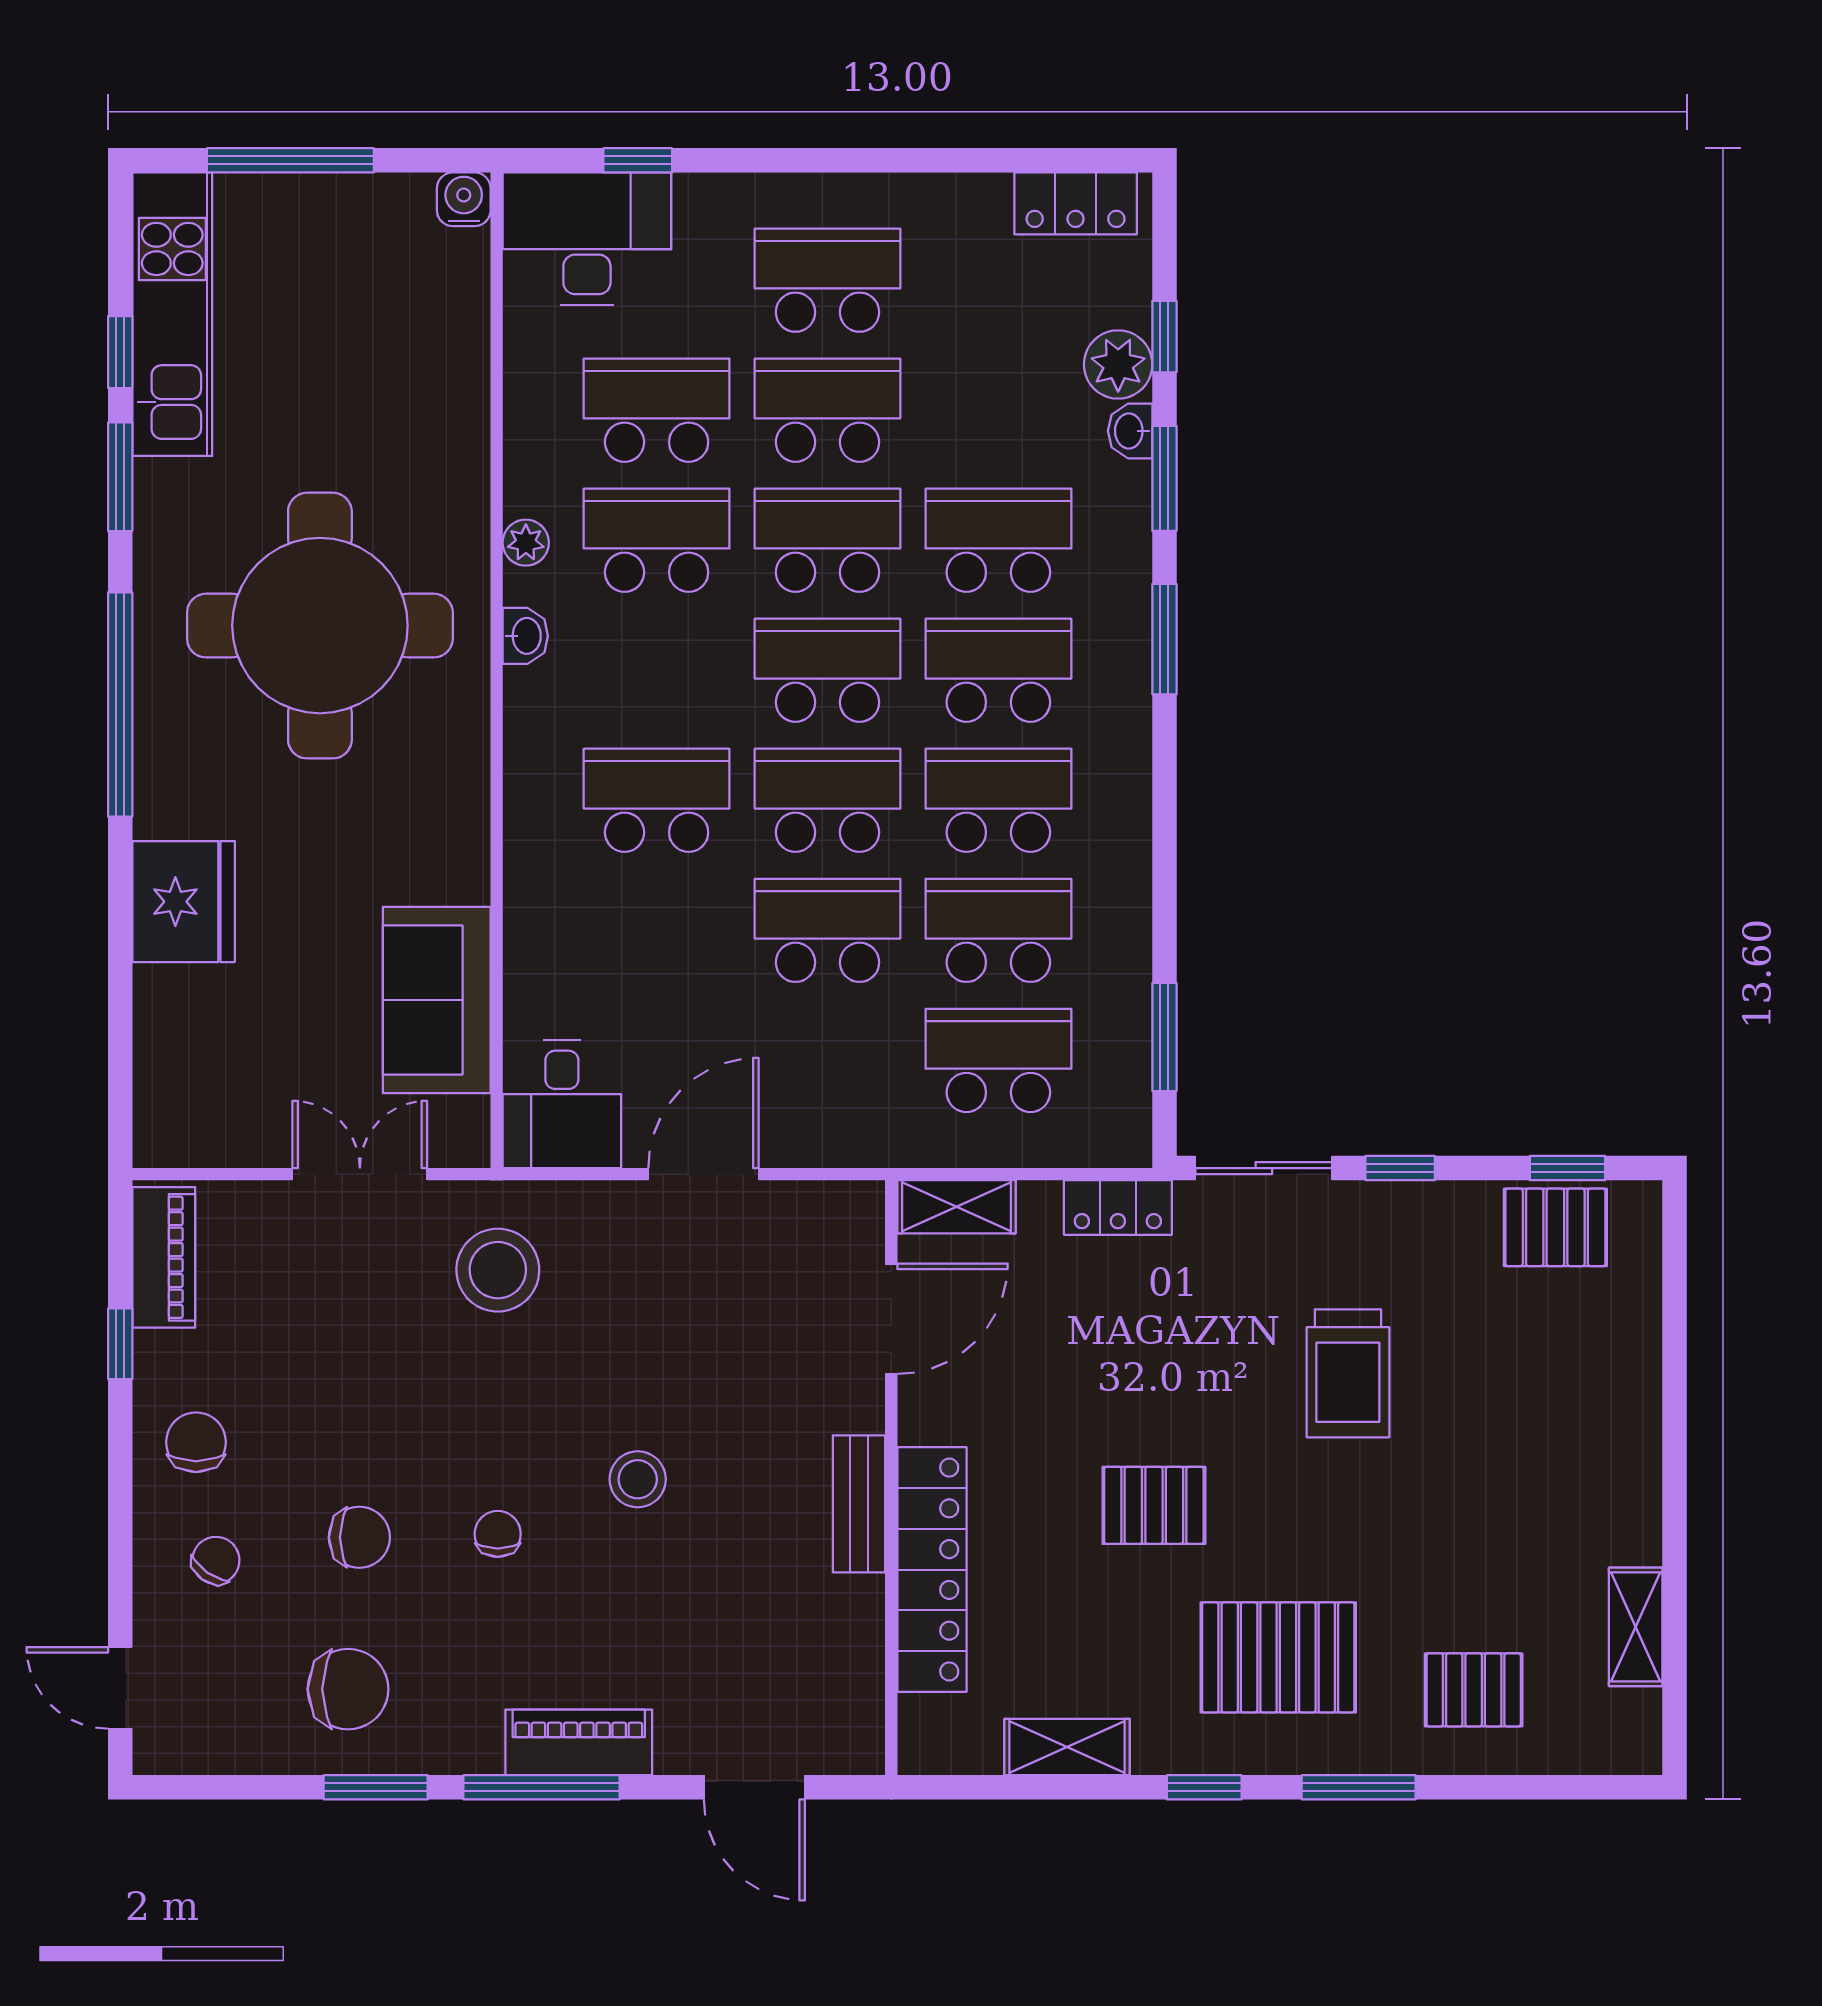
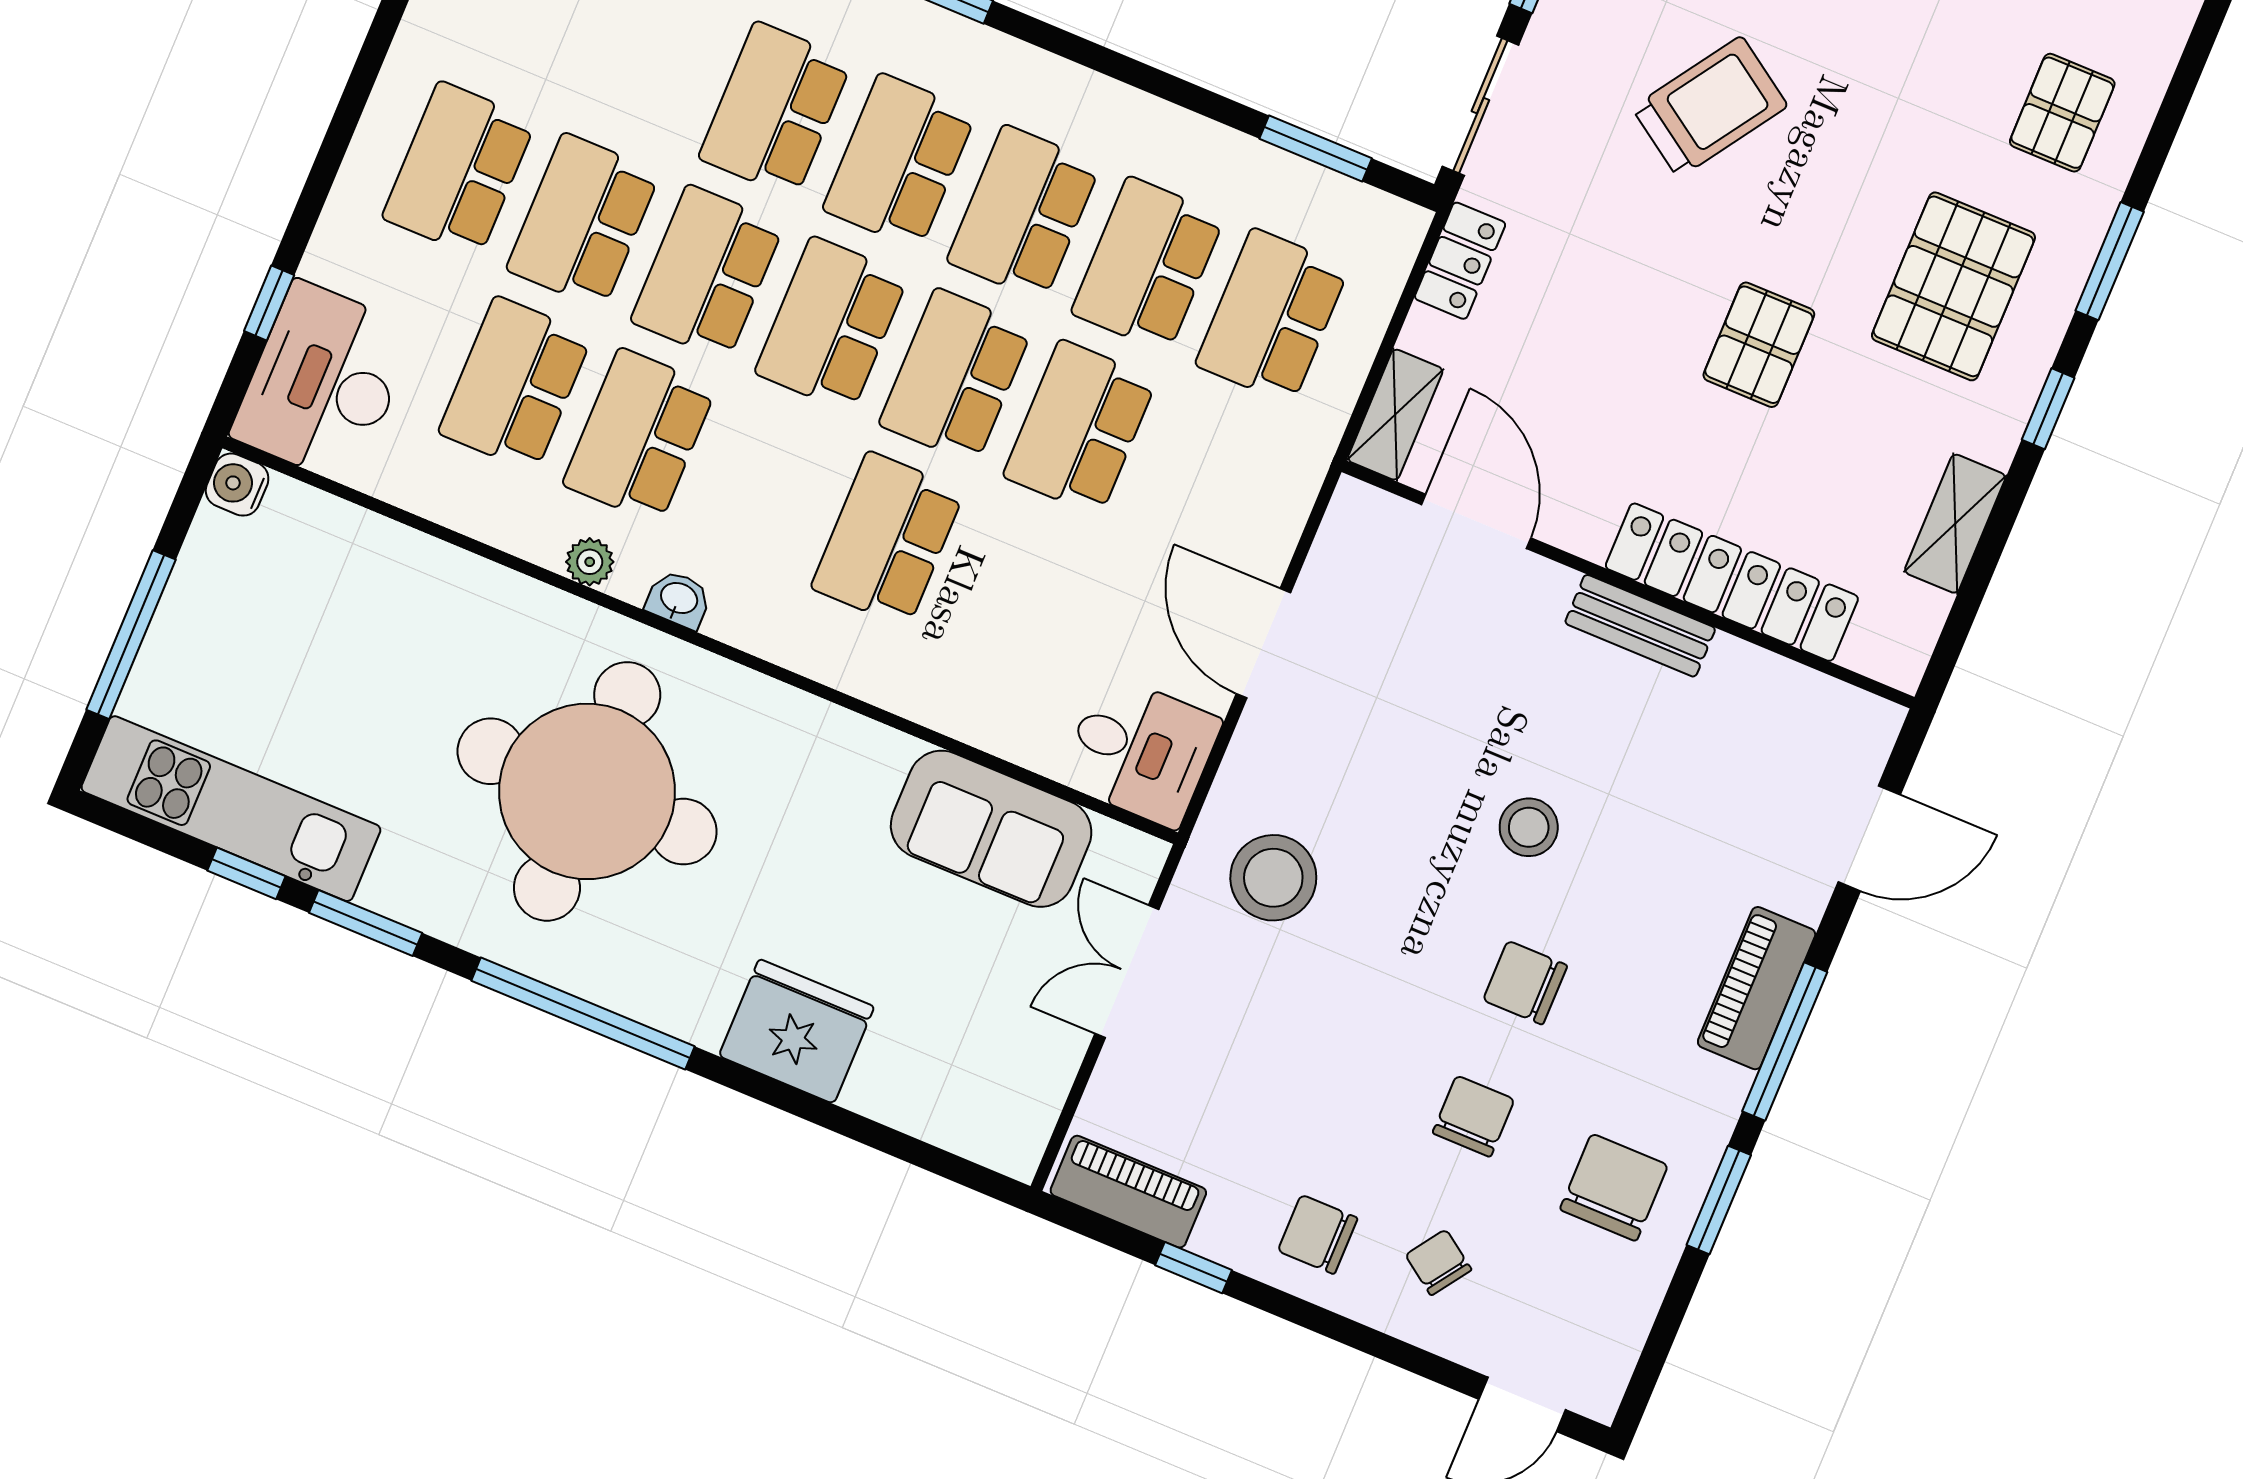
trolley: (1348, 1373) -> (1710, 107), turned -56
chair: (498, 1534) -> (1525, 983), width x1.37, depth x1.37

